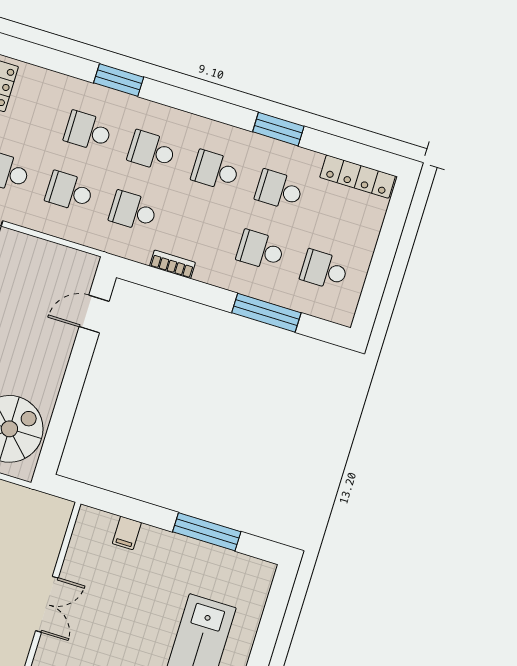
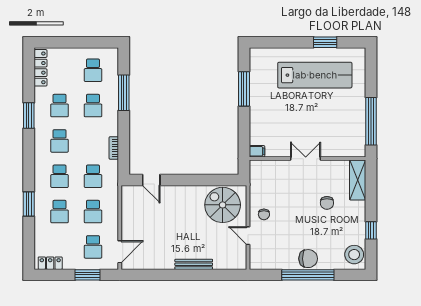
filing cabinet: (127, 533) -> (257, 151), moved

